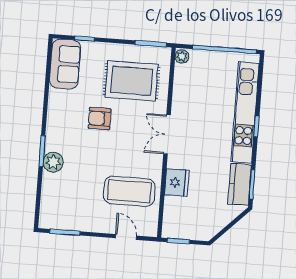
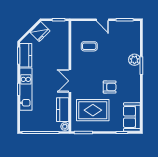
kitchen counter: (183, 86) -> (63, 110), added
kitchen unit: (245, 113) -> (26, 89), width x0.73
double door: (167, 134) -> (70, 81), swing flipped
fridge: (177, 183) -> (40, 32), moved, turned -135
coffee table: (129, 191) -> (89, 46), width x0.54, depth x0.58
door: (126, 237) -> (102, 20), moved

